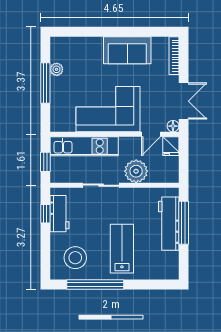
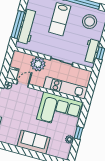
sofa: (127, 50) -> (34, 142), moved
window: (45, 83) -> (79, 133), width x0.46
corner sofa: (108, 109) -> (60, 111), moved
window: (45, 162) -> (92, 85), removed

